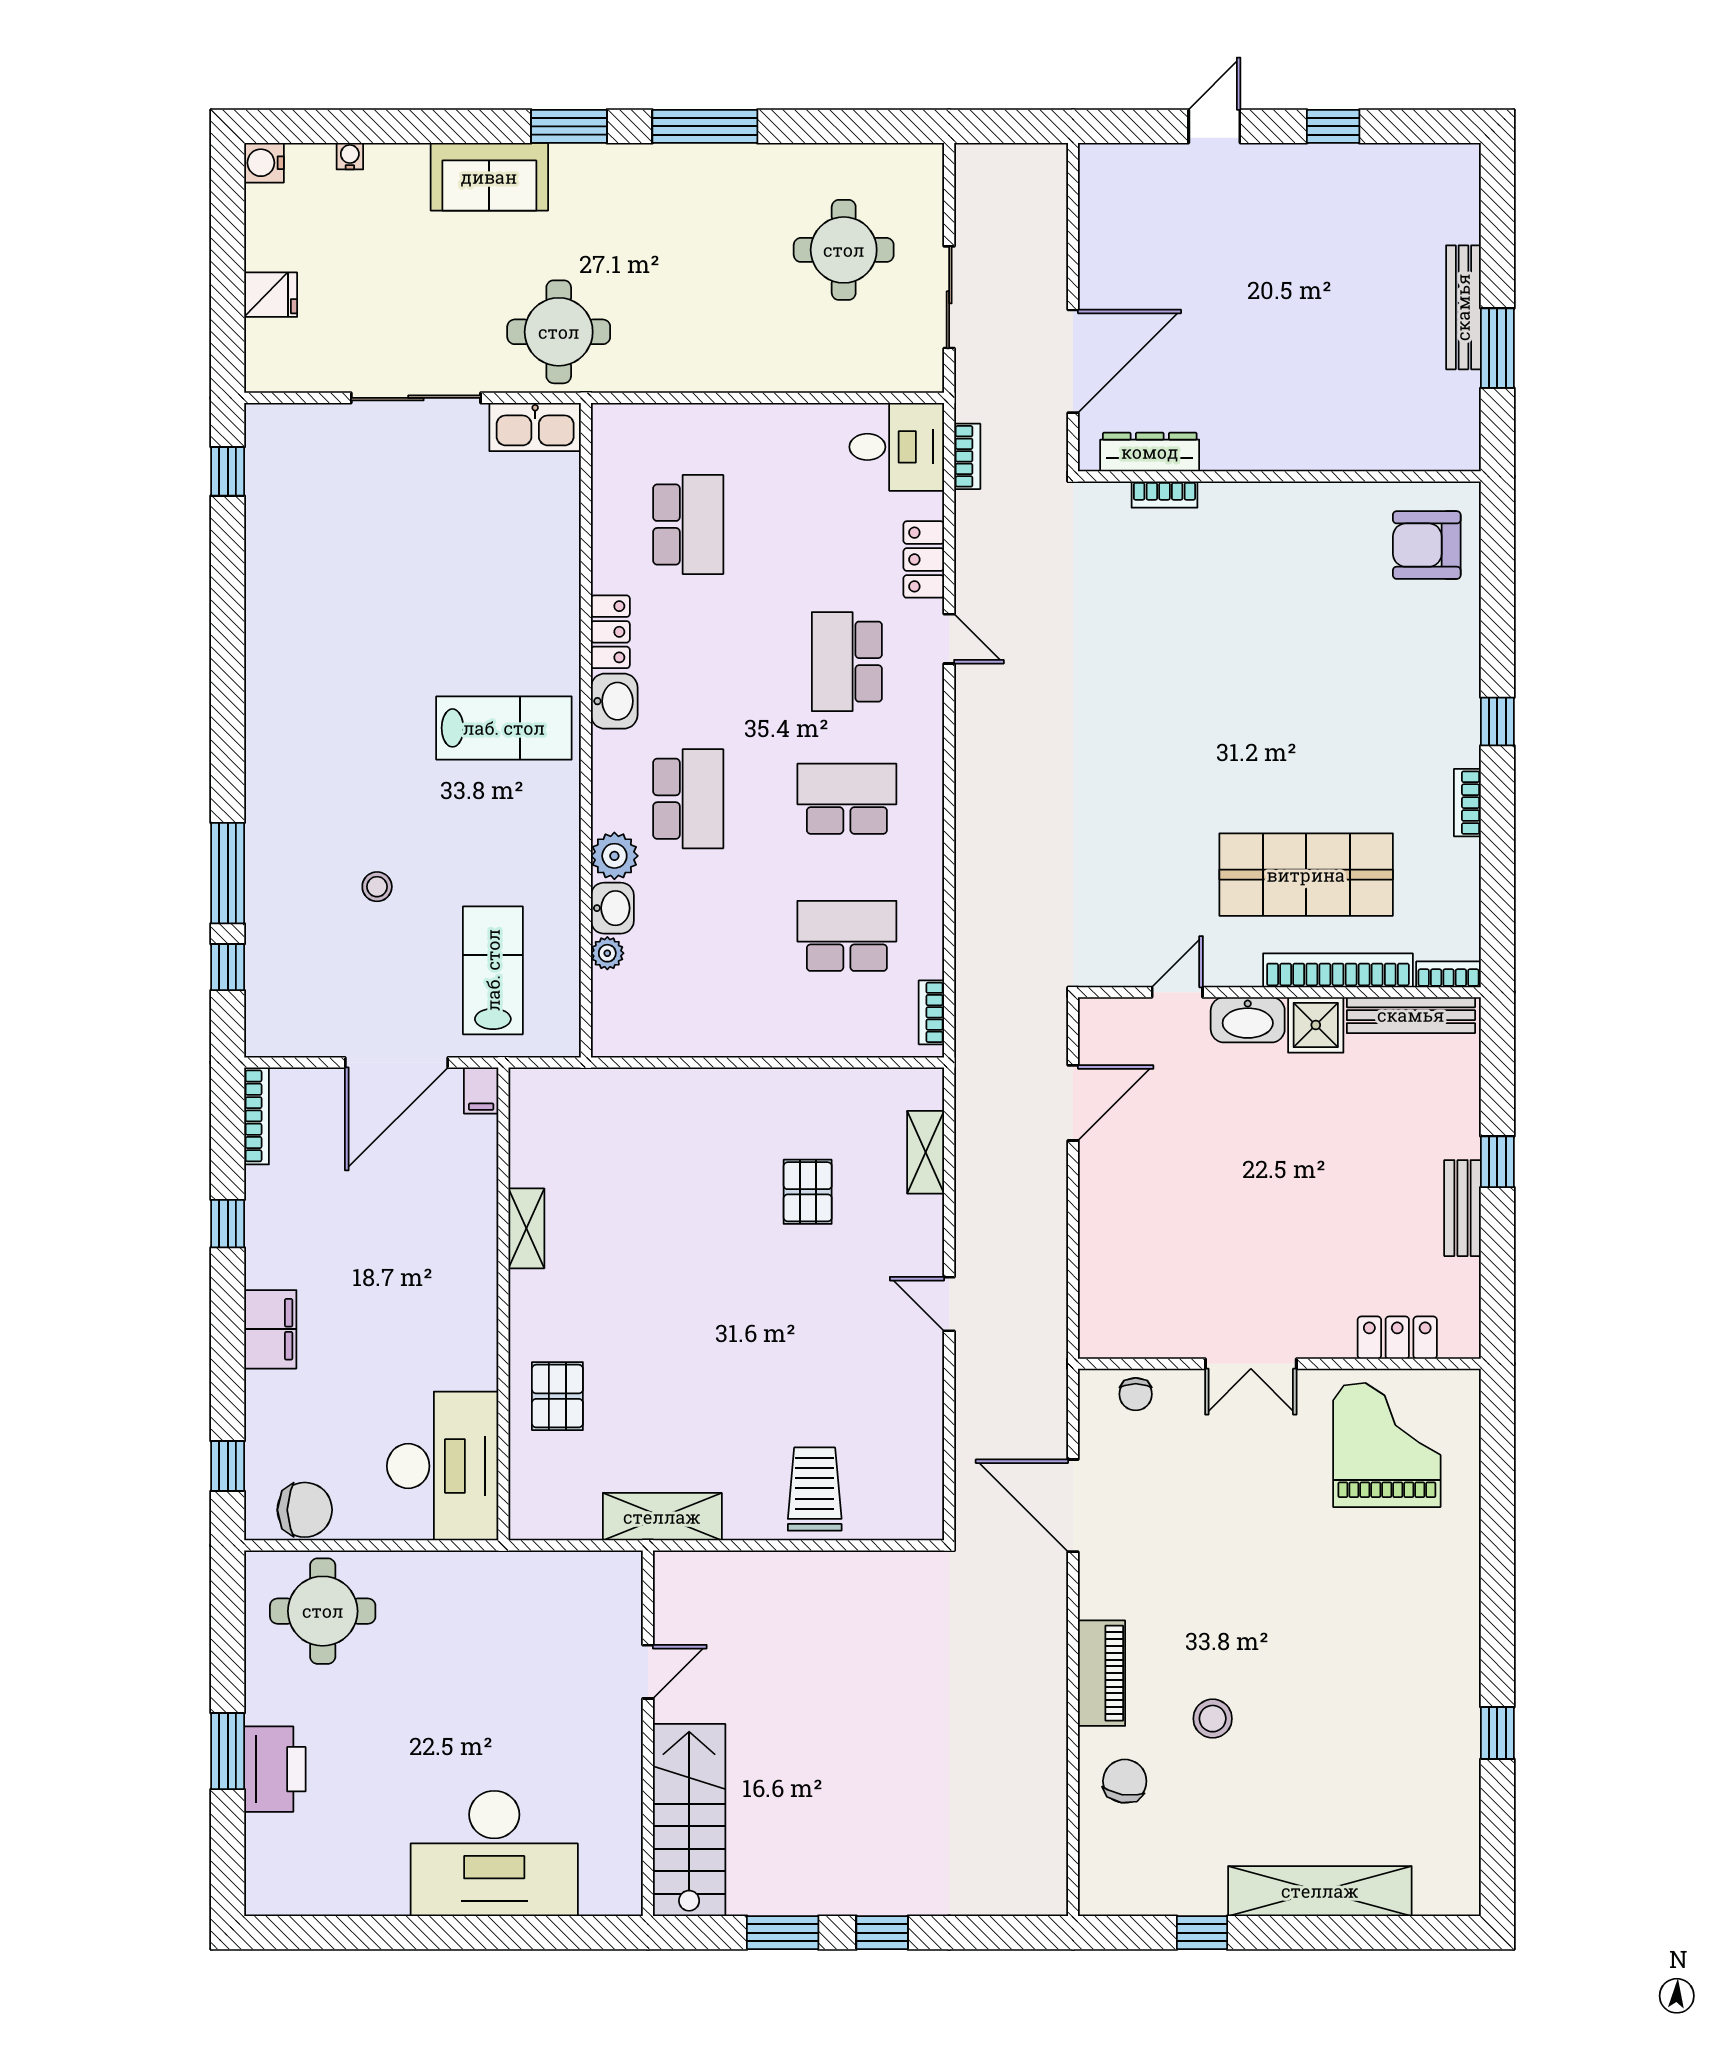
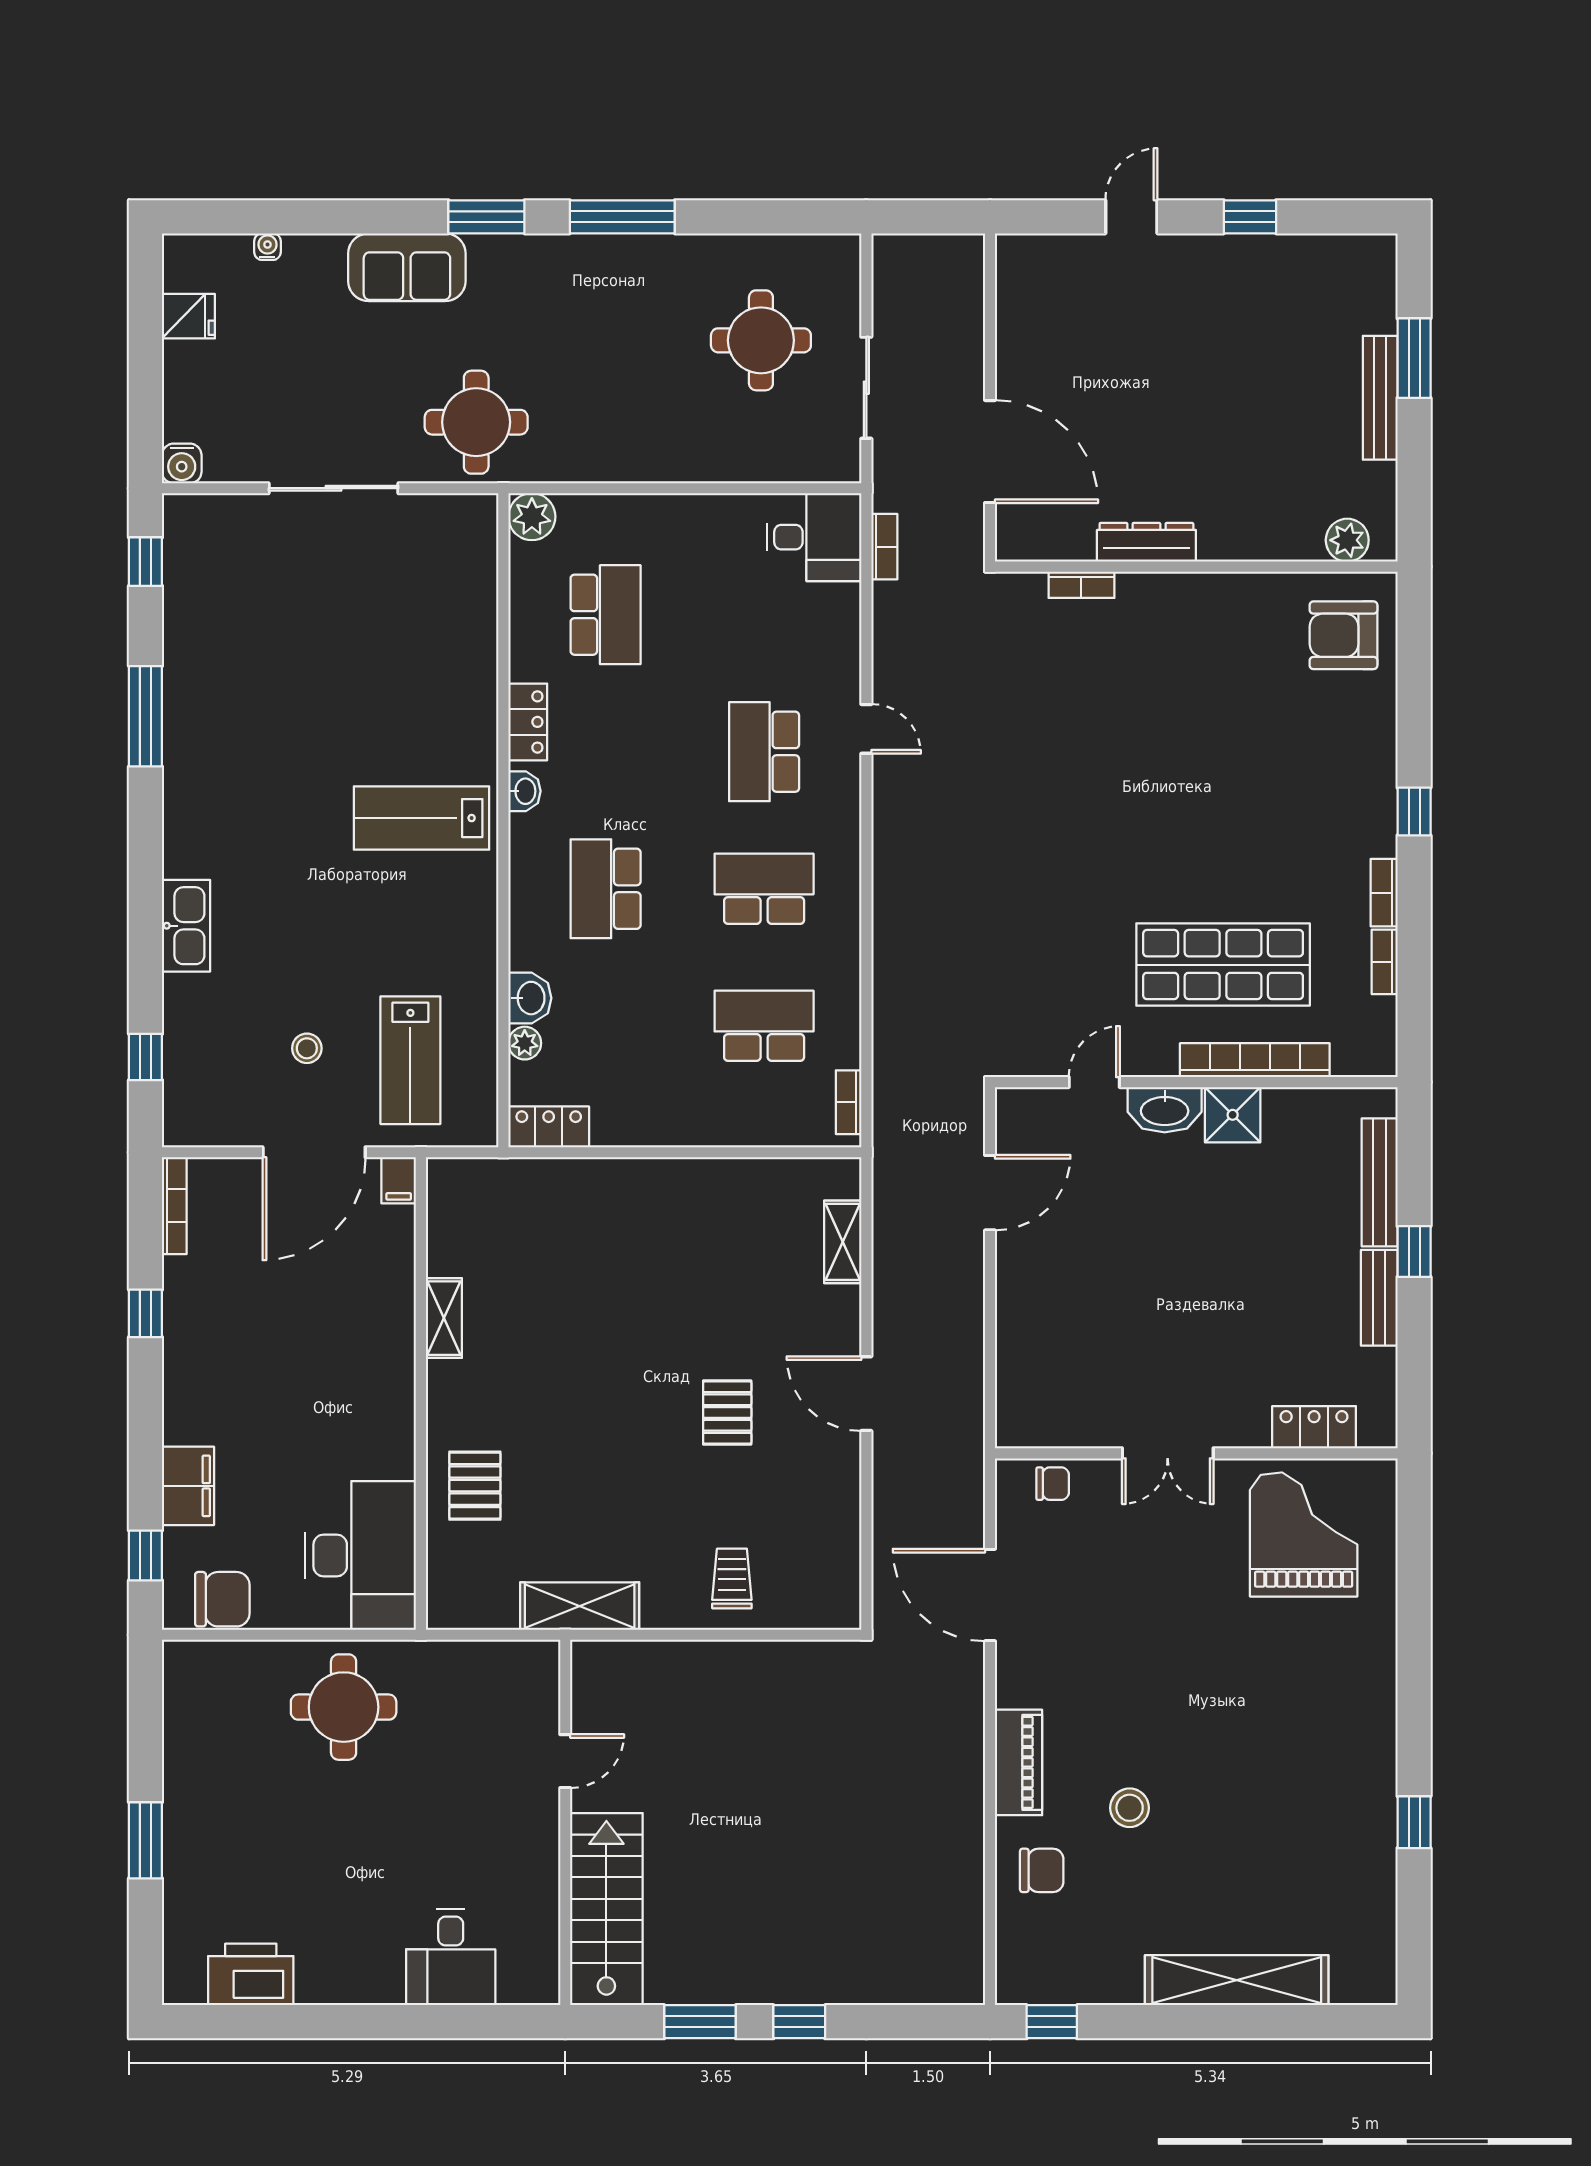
water cooler: (264, 163) -> (182, 463), moved, turned -90
fridge: (271, 295) -> (188, 316), moved
window: (1497, 348) -> (1414, 358), moved
door: (1073, 361) -> (990, 452), hinge flipped
kitchen sink: (535, 427) -> (186, 926), moved, turned -90
plant: (1430, 450) -> (1347, 540), added
dresser: (1150, 452) -> (1146, 542), moved
locker: (924, 559) -> (549, 1127), moved, turned 90
washbasin: (614, 701) -> (524, 791), width x0.72, depth x0.69
lab bench: (504, 728) -> (421, 818), turned 180
school desk: (688, 799) -> (606, 889), turned 180
plant: (614, 856) -> (532, 517), moved
window: (228, 873) -> (145, 716), moved
stool: (377, 887) -> (307, 1048), moved
lab bench: (493, 970) -> (410, 1060), turned 180
bookcase: (1448, 974) -> (1385, 962), moved, turned -90
bench: (1411, 1015) -> (1380, 1182), moved, turned 90
pallet: (808, 1192) -> (727, 1413), moved
door: (949, 1304) -> (866, 1394), width x1.38
filing cabinet: (270, 1329) -> (188, 1486), moved
chair: (1136, 1394) -> (1053, 1484), turned -90
trolley: (815, 1489) -> (732, 1578), width x0.73, depth x0.72
round table: (323, 1611) -> (344, 1707), moved
printer: (275, 1769) -> (251, 1974), moved, turned -90
chair: (1125, 1781) -> (1042, 1870), turned 81
desk: (494, 1853) -> (451, 1957), width x0.53, depth x0.77
window: (1202, 1933) -> (1052, 2022), moved

